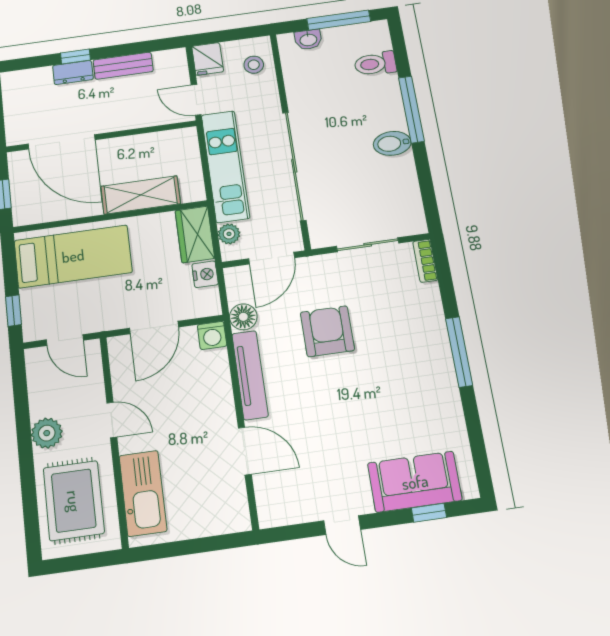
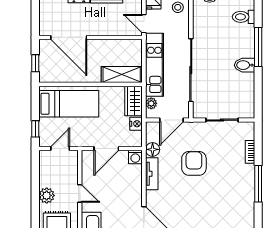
shelving: (141, 195) -> (122, 75), moved
bookcase: (425, 261) -> (250, 152), moved
door: (65, 340) -> (60, 149), swing flipped
tv unit: (250, 375) -> (152, 174), width x0.71

